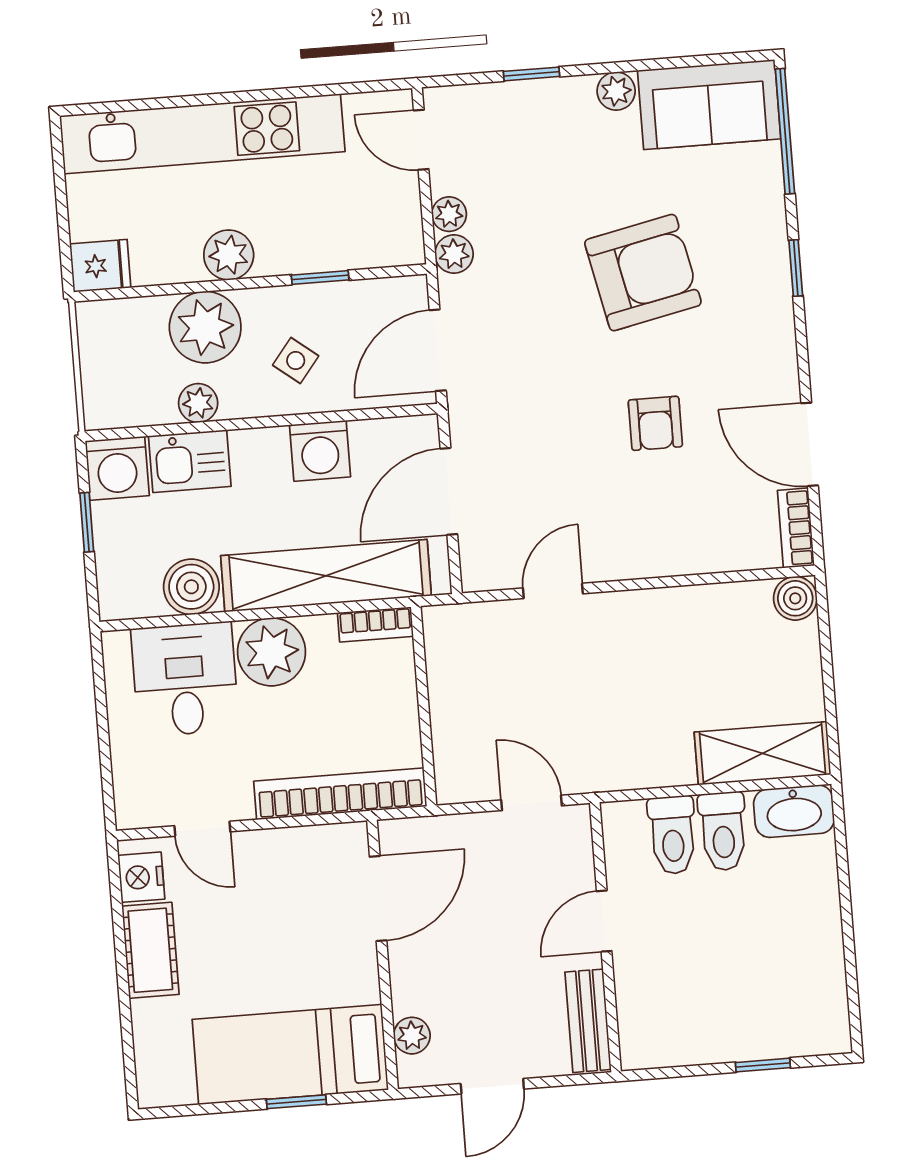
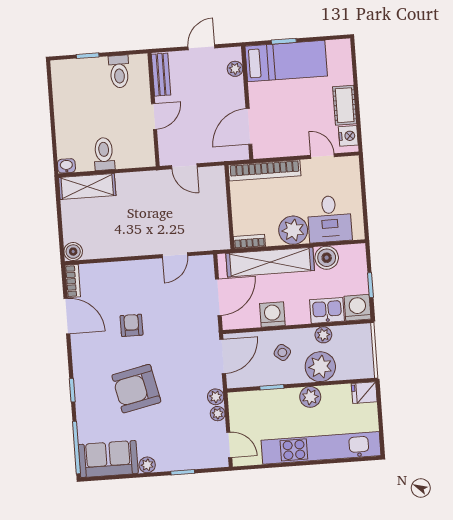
washbasin: (794, 811) -> (66, 166), width x0.52, depth x0.69
toilet: (673, 835) -> (119, 72), moved, turned 180

